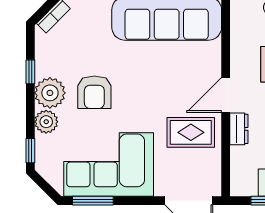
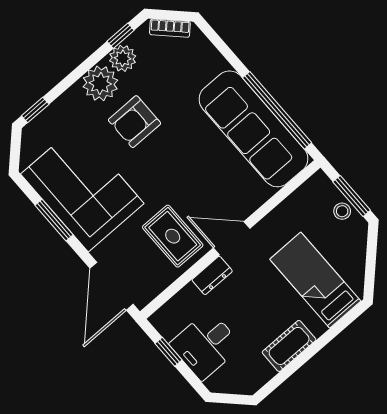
window: (30, 72) -> (121, 36), moved
plant: (46, 122) -> (123, 58), moved
window: (93, 201) -> (54, 220), moved

